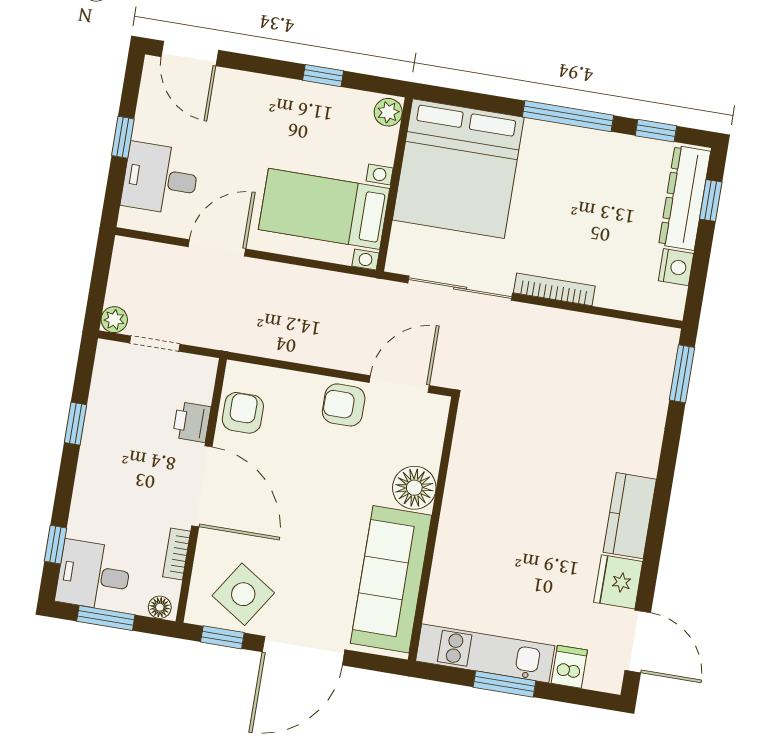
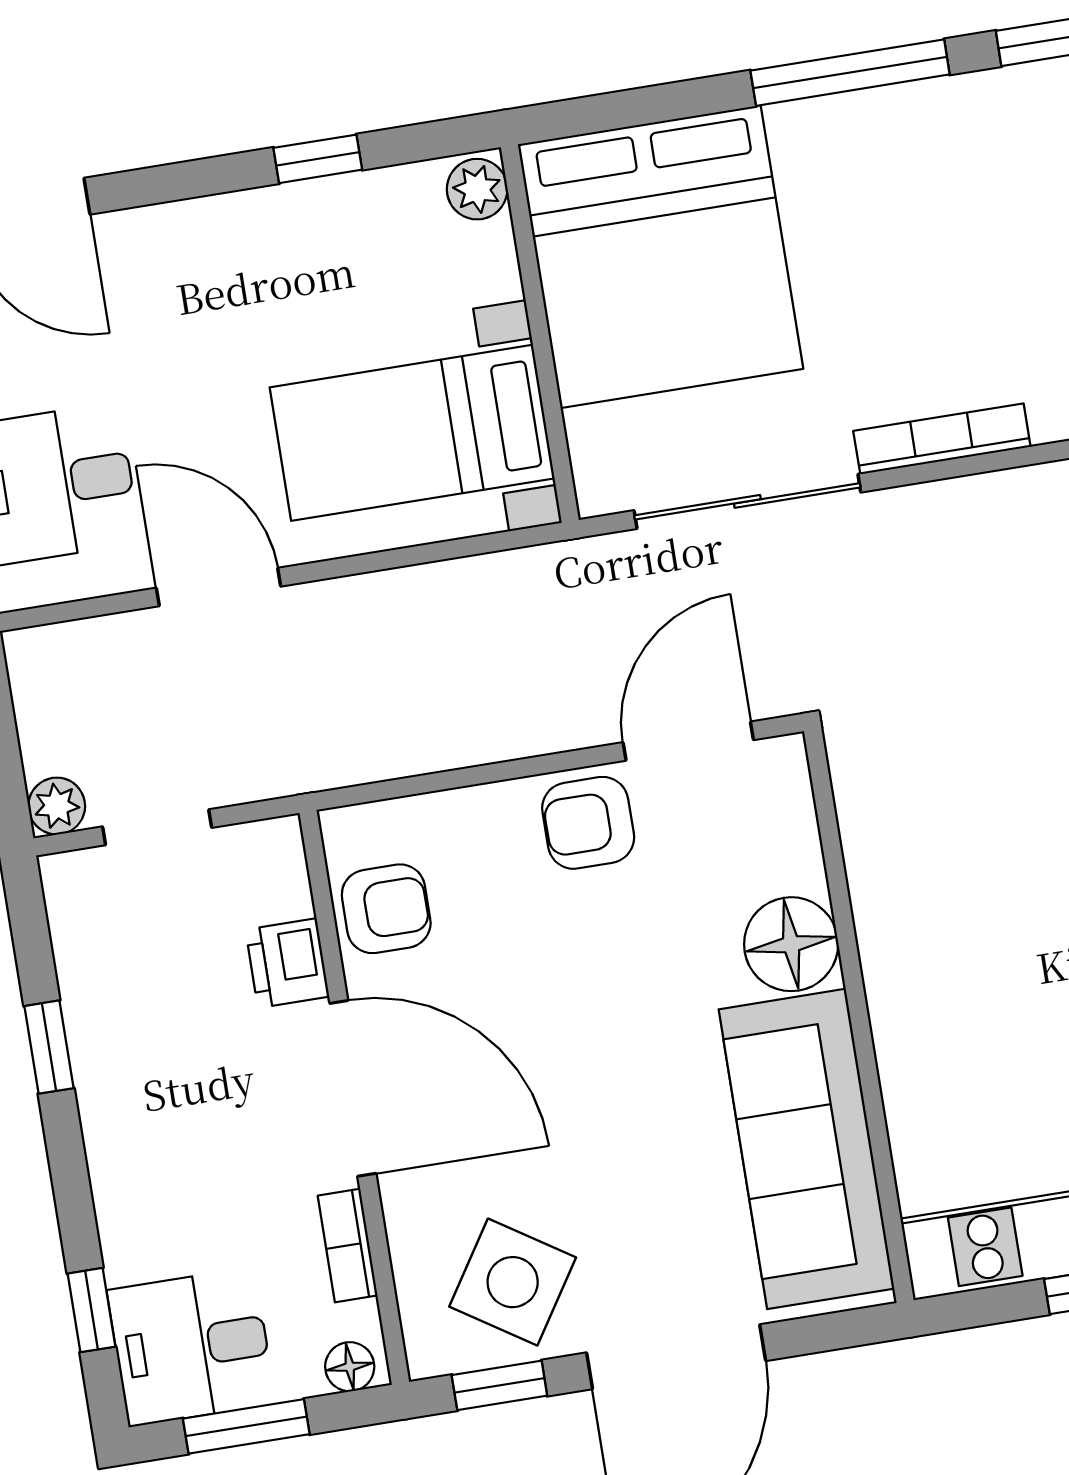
door: (217, 248) -> (218, 587), hinge flipped
armchair: (243, 413) -> (386, 909), turned 90

